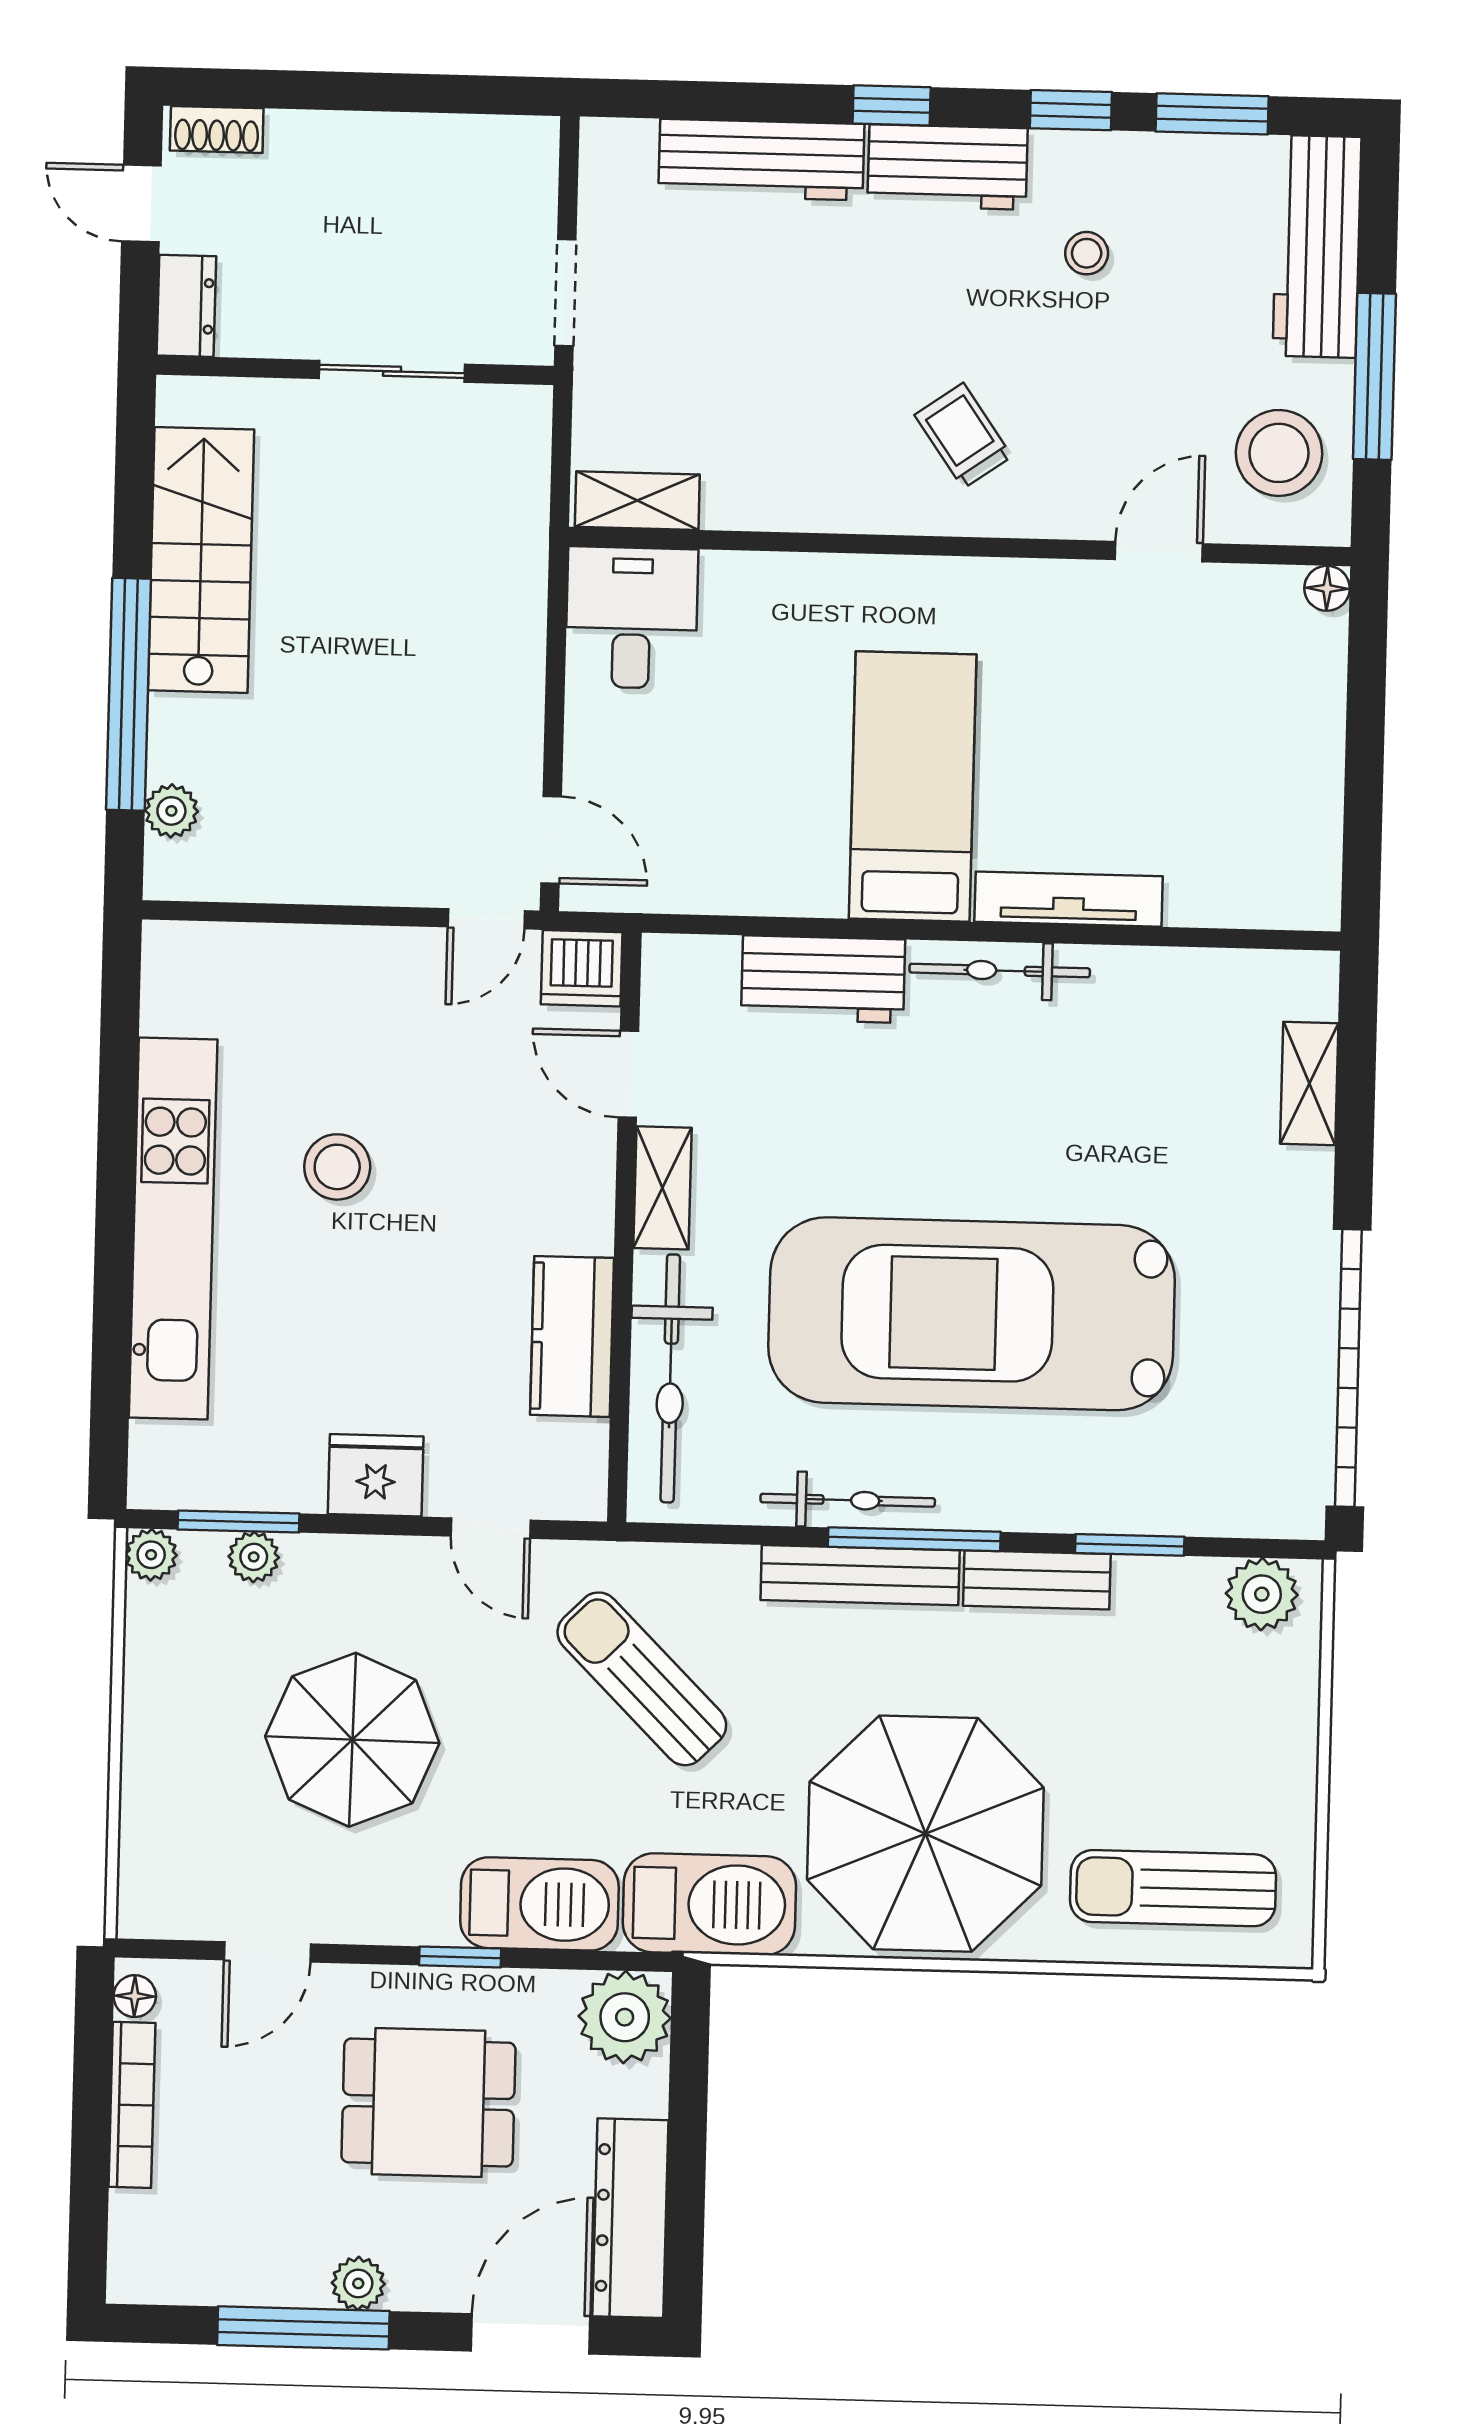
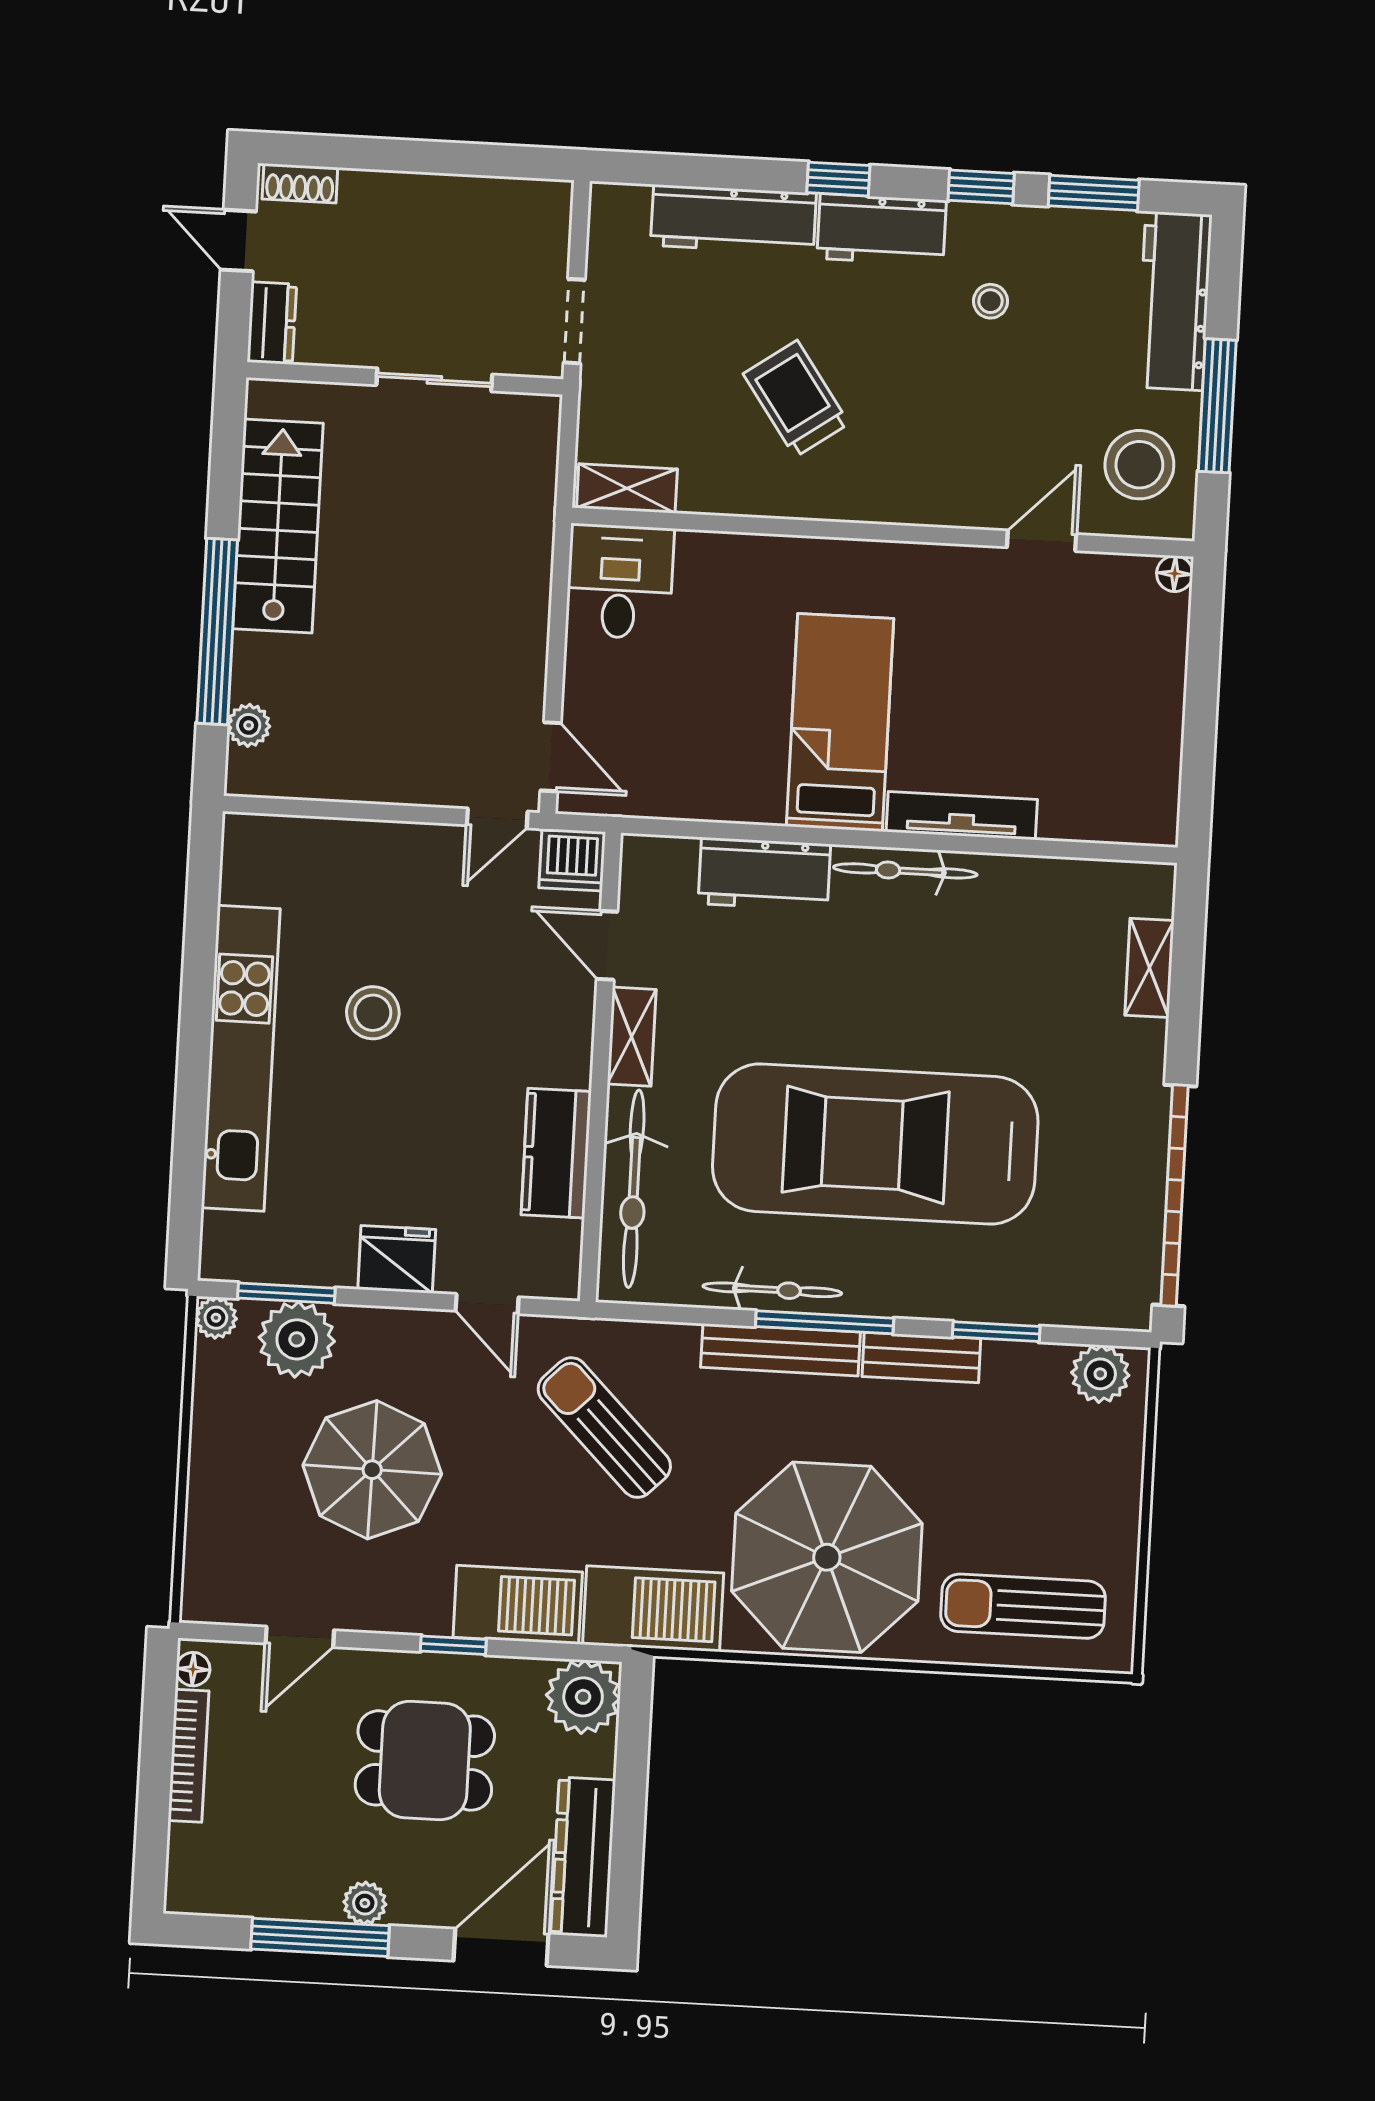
trolley: (963, 436) -> (796, 399), moved, width x1.36, depth x1.39
plant: (254, 1557) -> (297, 1339), width x1.88, depth x1.88

